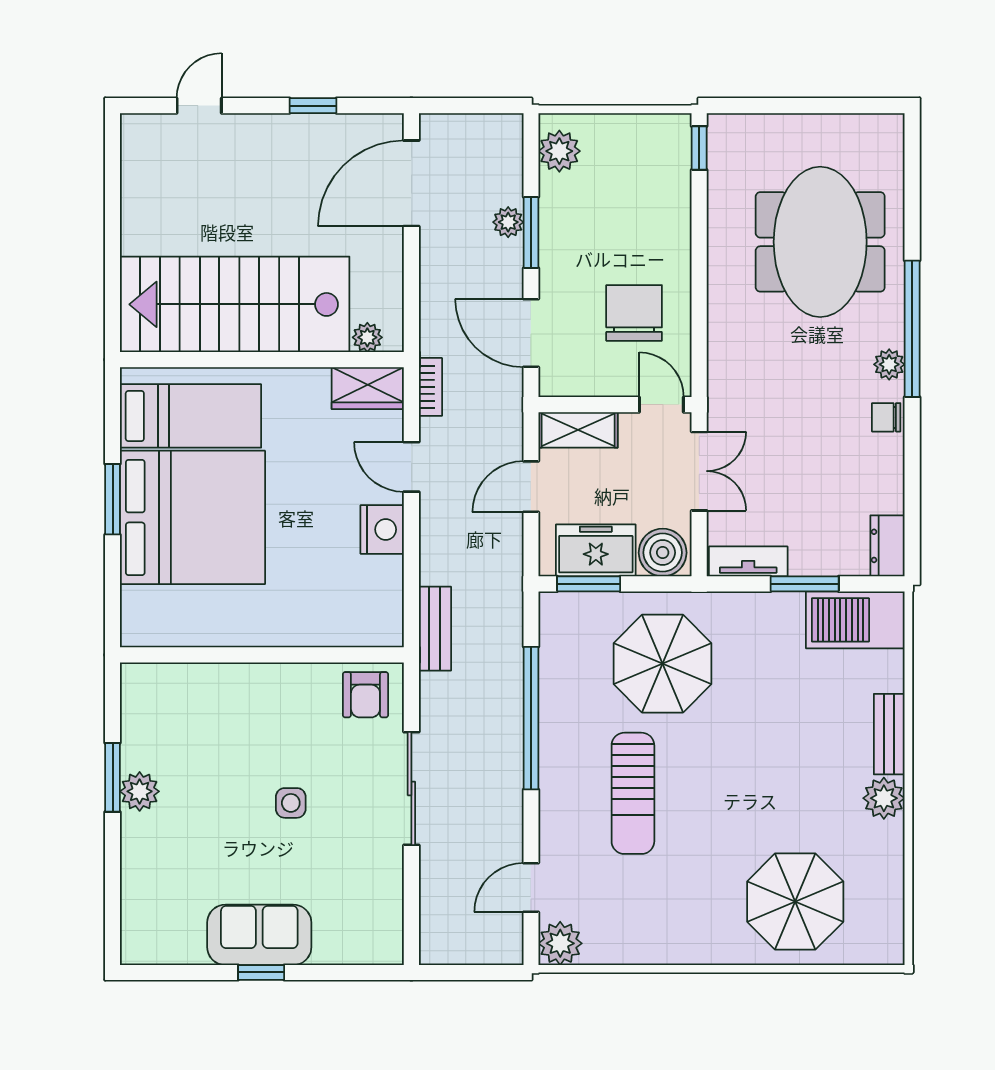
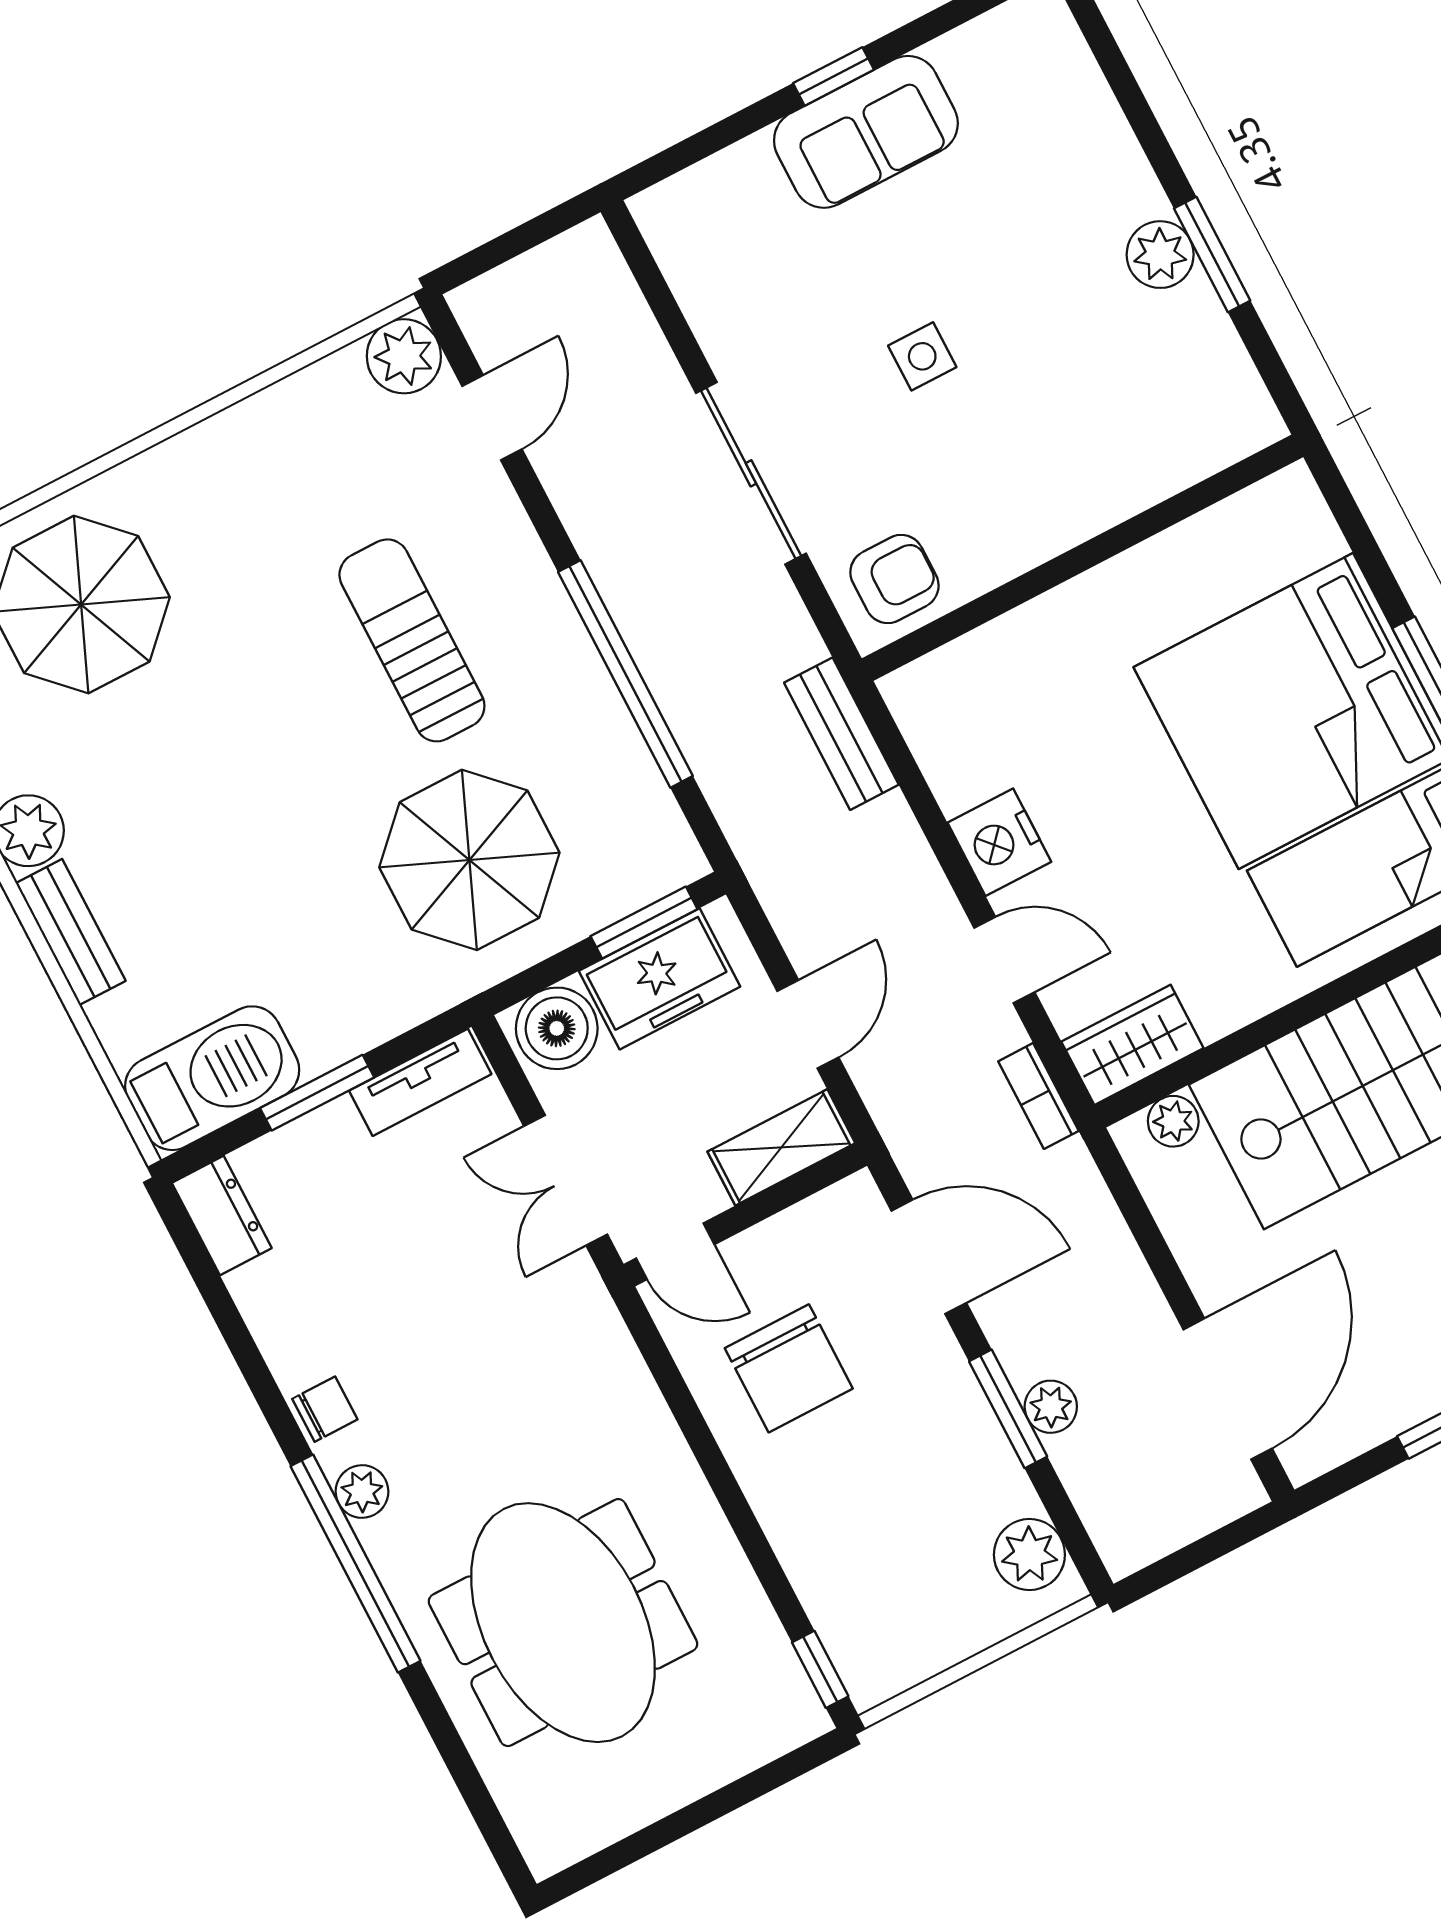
armchair: (365, 695) -> (894, 579), turned 90

